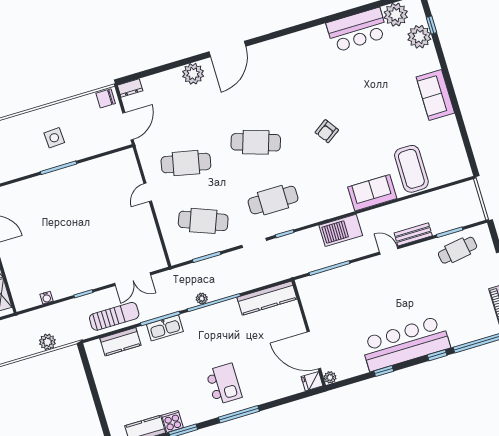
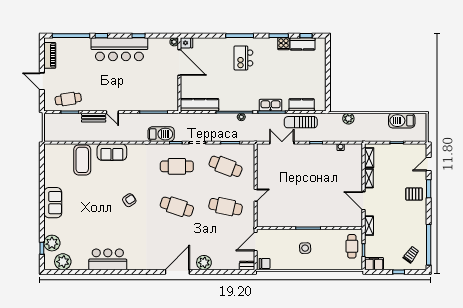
bar counter: (357, 30) -> (108, 259), moved
barbecue: (341, 230) -> (161, 134), moved

